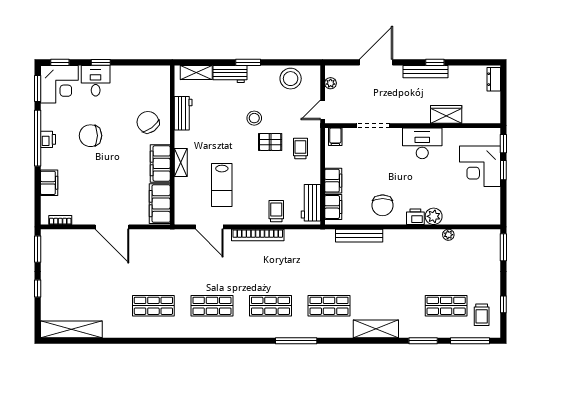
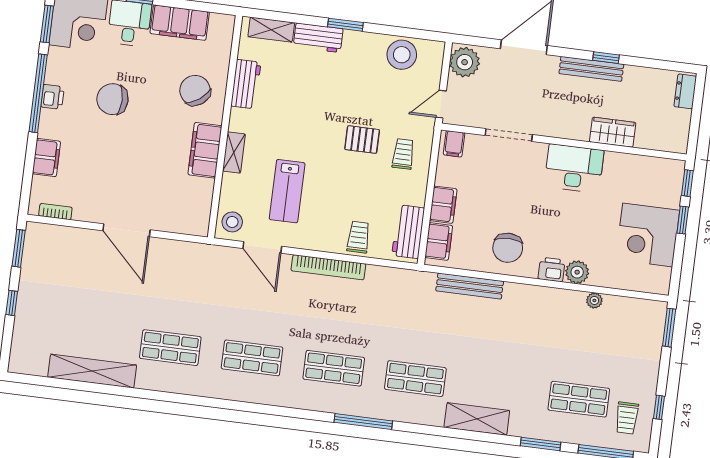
plant: (331, 83) -> (465, 62), width x1.87, depth x1.87
stool: (254, 118) -> (232, 222), moved
corner desk: (480, 166) -> (648, 235), moved
filing cabinet: (160, 204) -> (180, 23), moved, turned -90
shelving: (71, 329) -> (92, 371), moved

